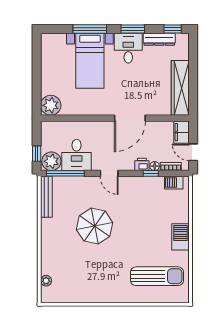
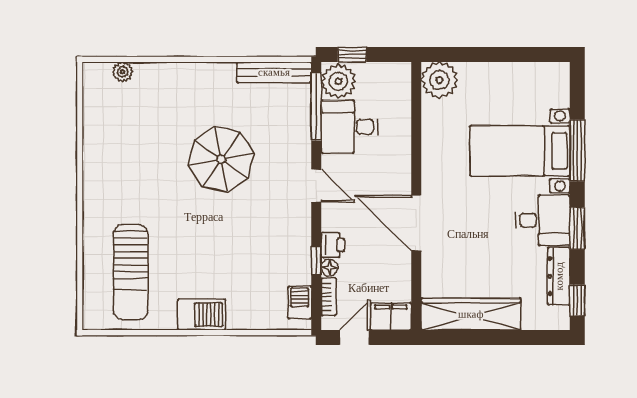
door: (109, 173) -> (316, 186), swing flipped

